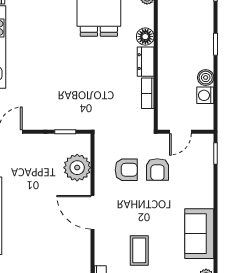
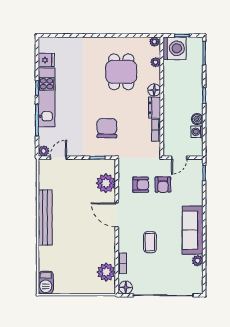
chair: (79, 90) -> (107, 128), added
sofa: (199, 234) -> (193, 230), width x1.36

